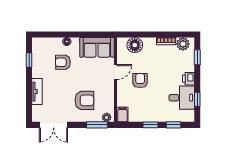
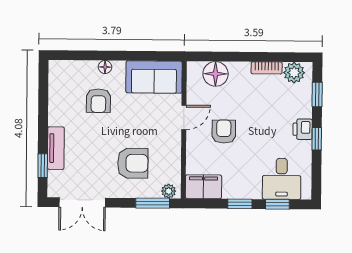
window: (29, 60) -> (43, 166), moved
armchair: (63, 62) -> (98, 101), turned -89
desk: (182, 98) -> (282, 179), moved, turned 90
window: (197, 99) -> (317, 139), moved
filing cabinet: (122, 115) -> (203, 187), width x2.00

